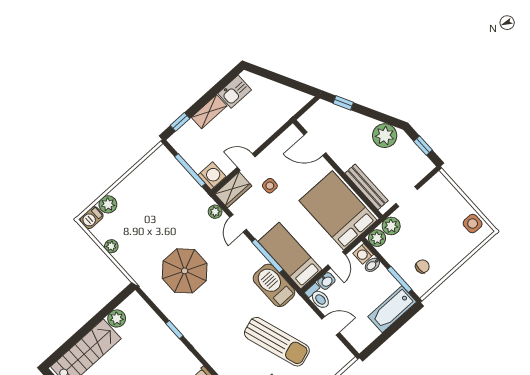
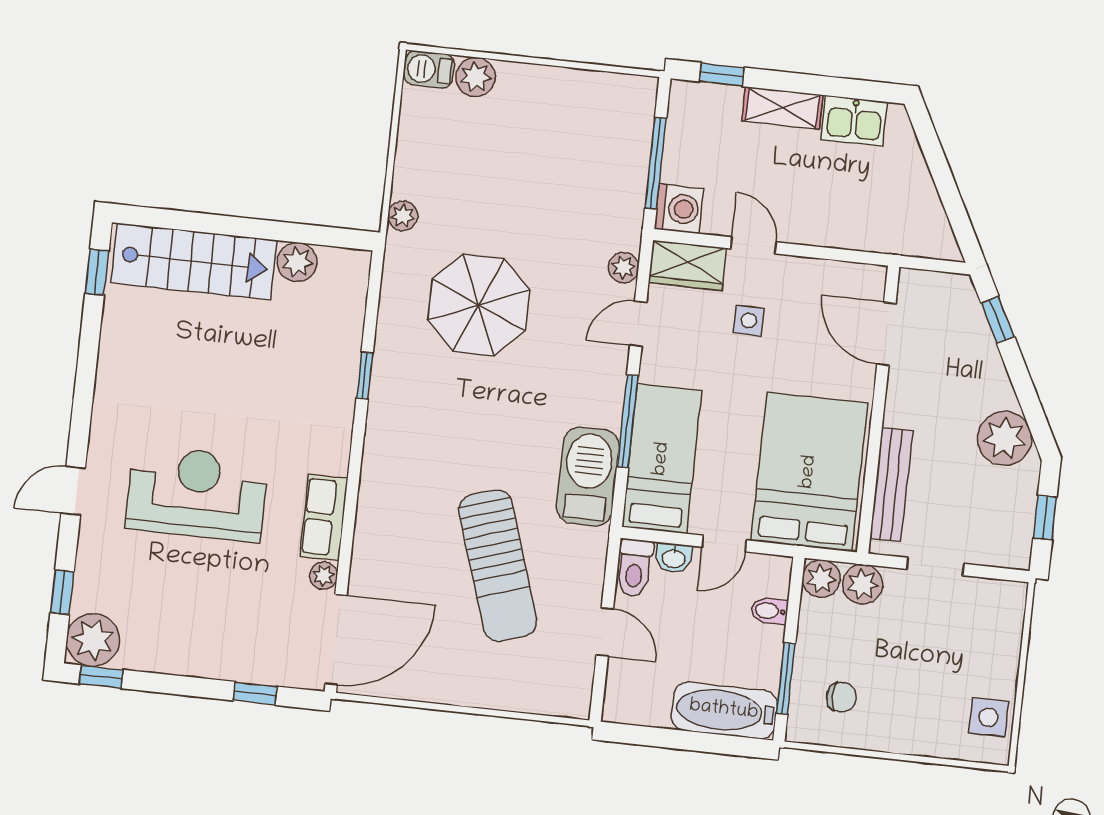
plant: (111, 246) -> (403, 216), moved
washing machine: (363, 254) -> (774, 579), removed

